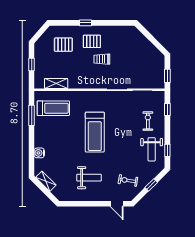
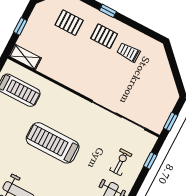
trolley: (102, 59) -> (129, 52), moved
shelving: (56, 84) -> (25, 57), moved
treadmill: (95, 132) -> (53, 143), turned 90

